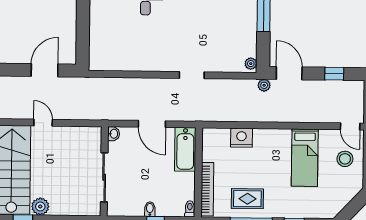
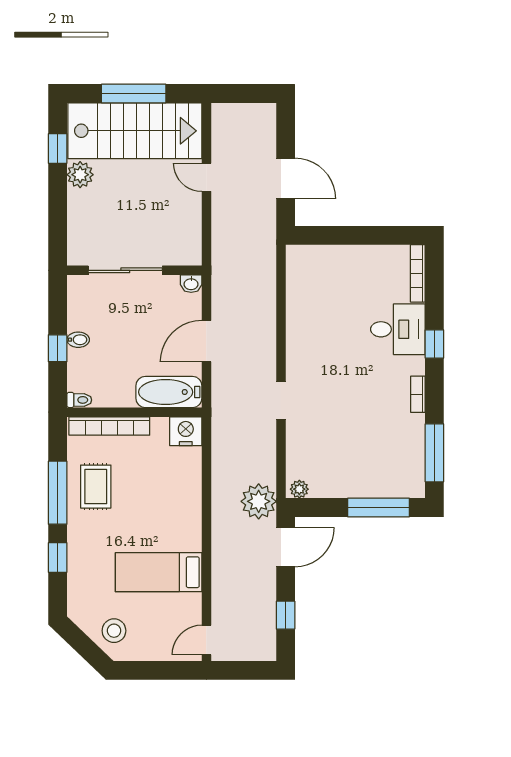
plant: (264, 85) -> (259, 501), width x1.87, depth x1.87
door: (43, 123) -> (206, 177), swing flipped
nightstand: (242, 138) -> (186, 431), moved, turned -90
stool: (345, 159) -> (114, 631), moved

